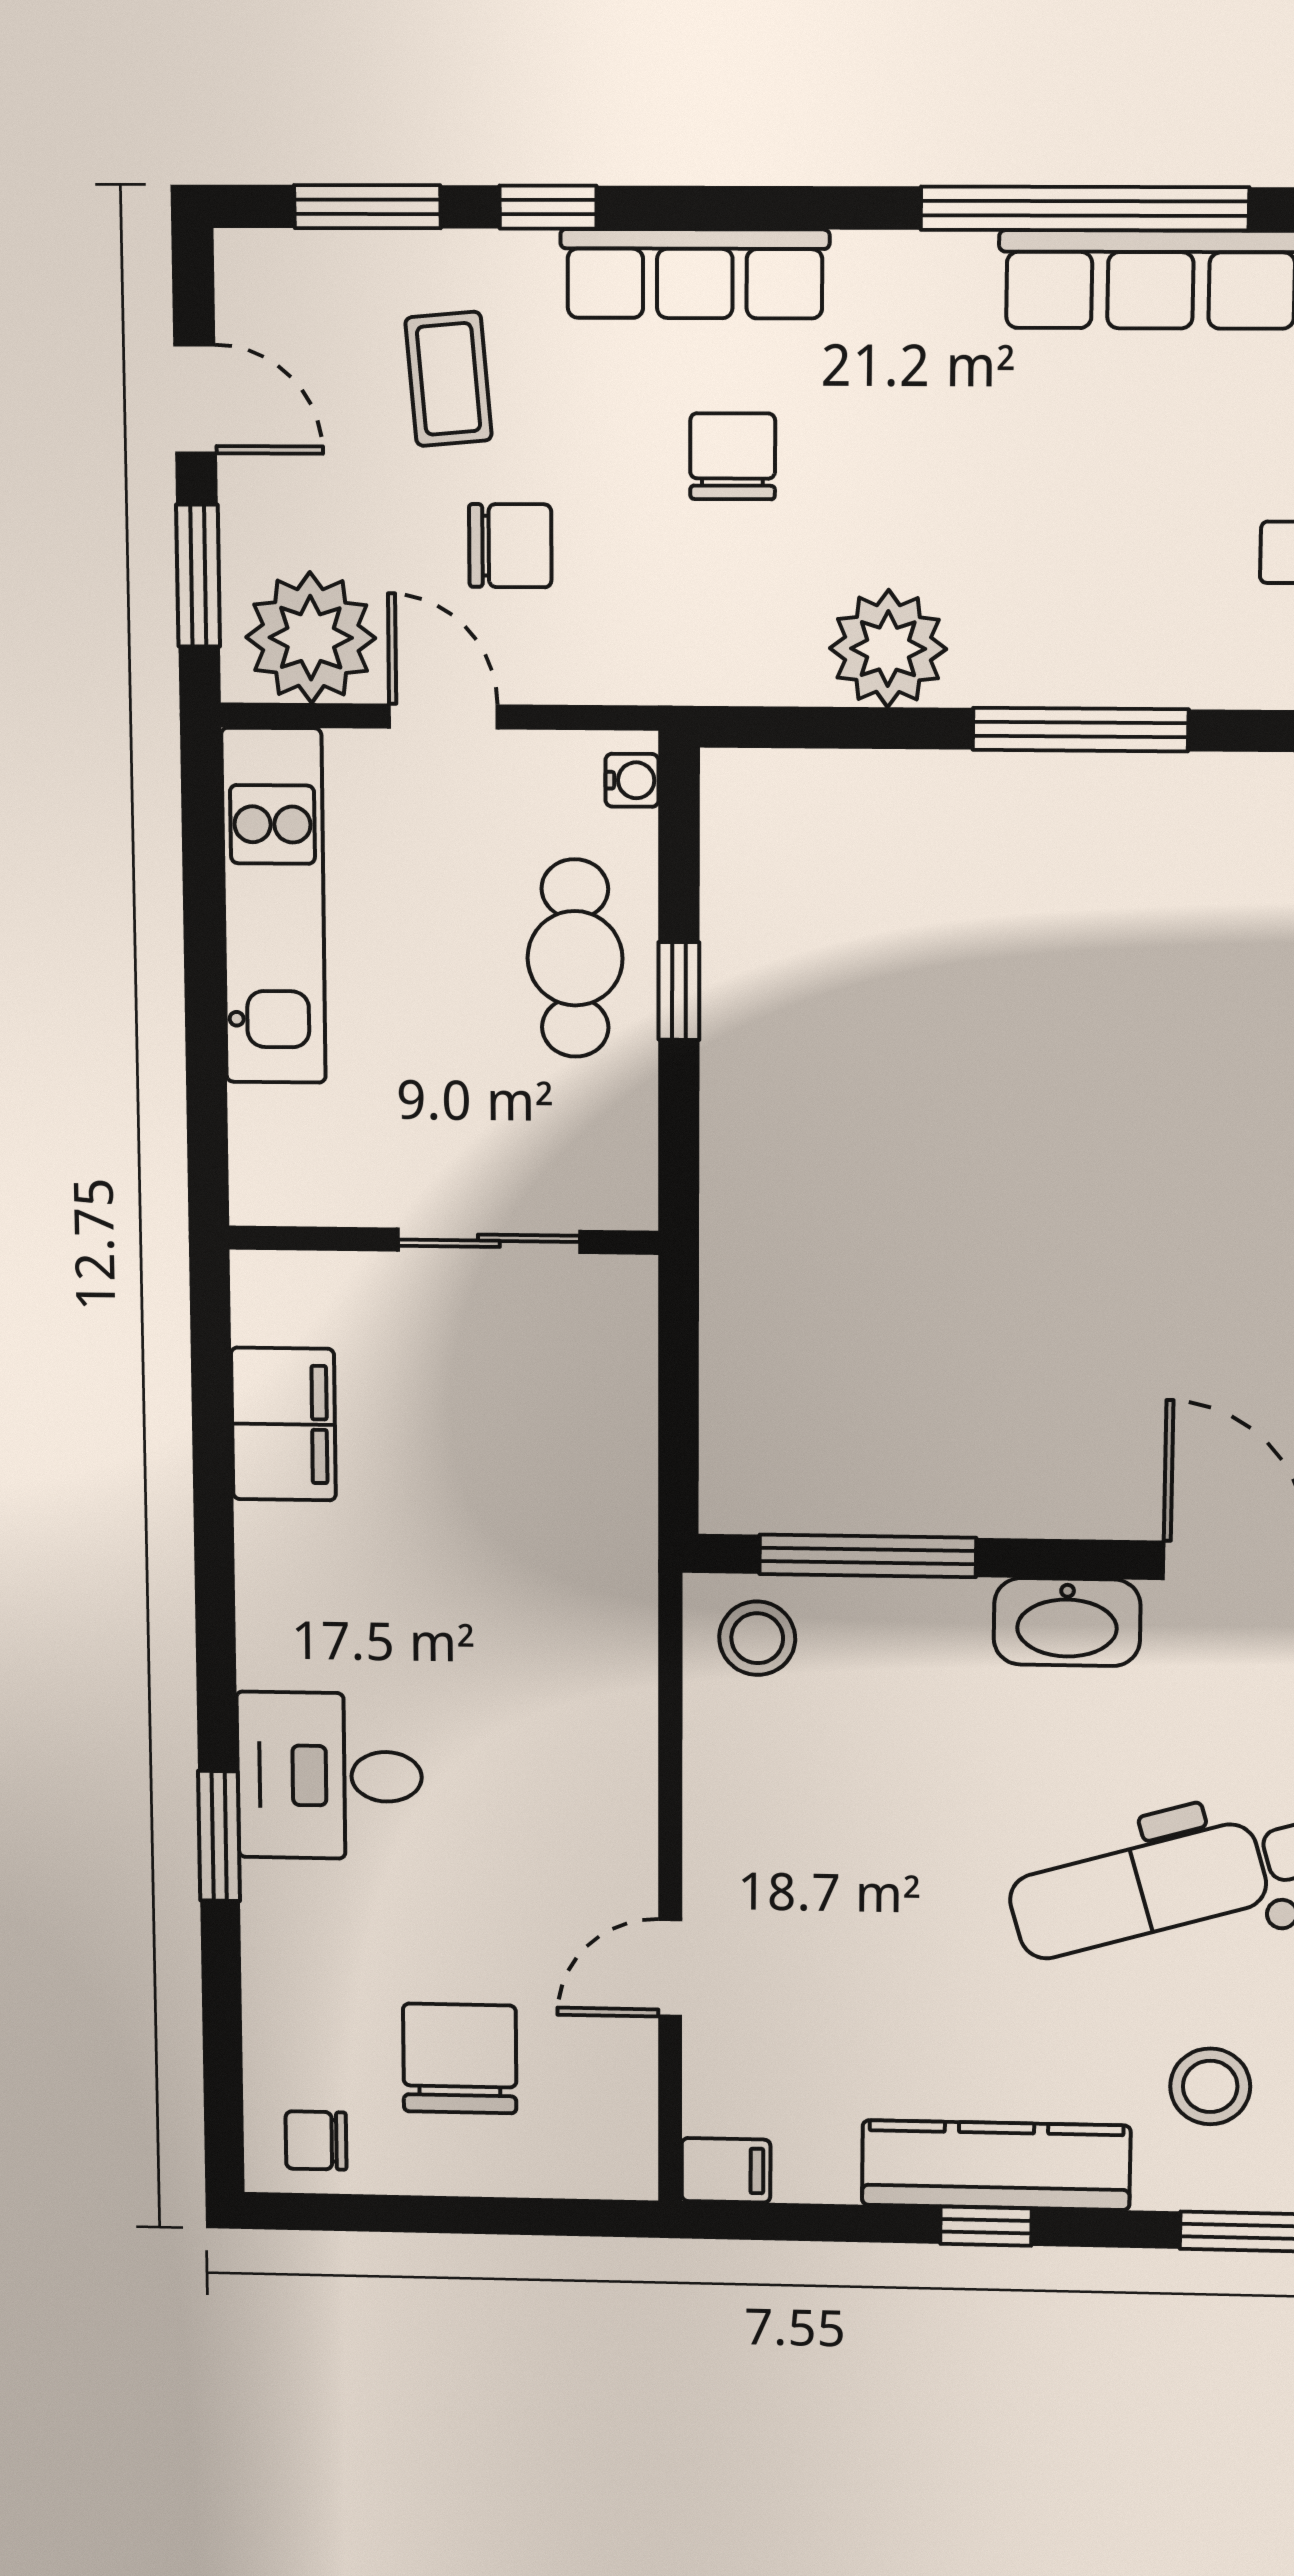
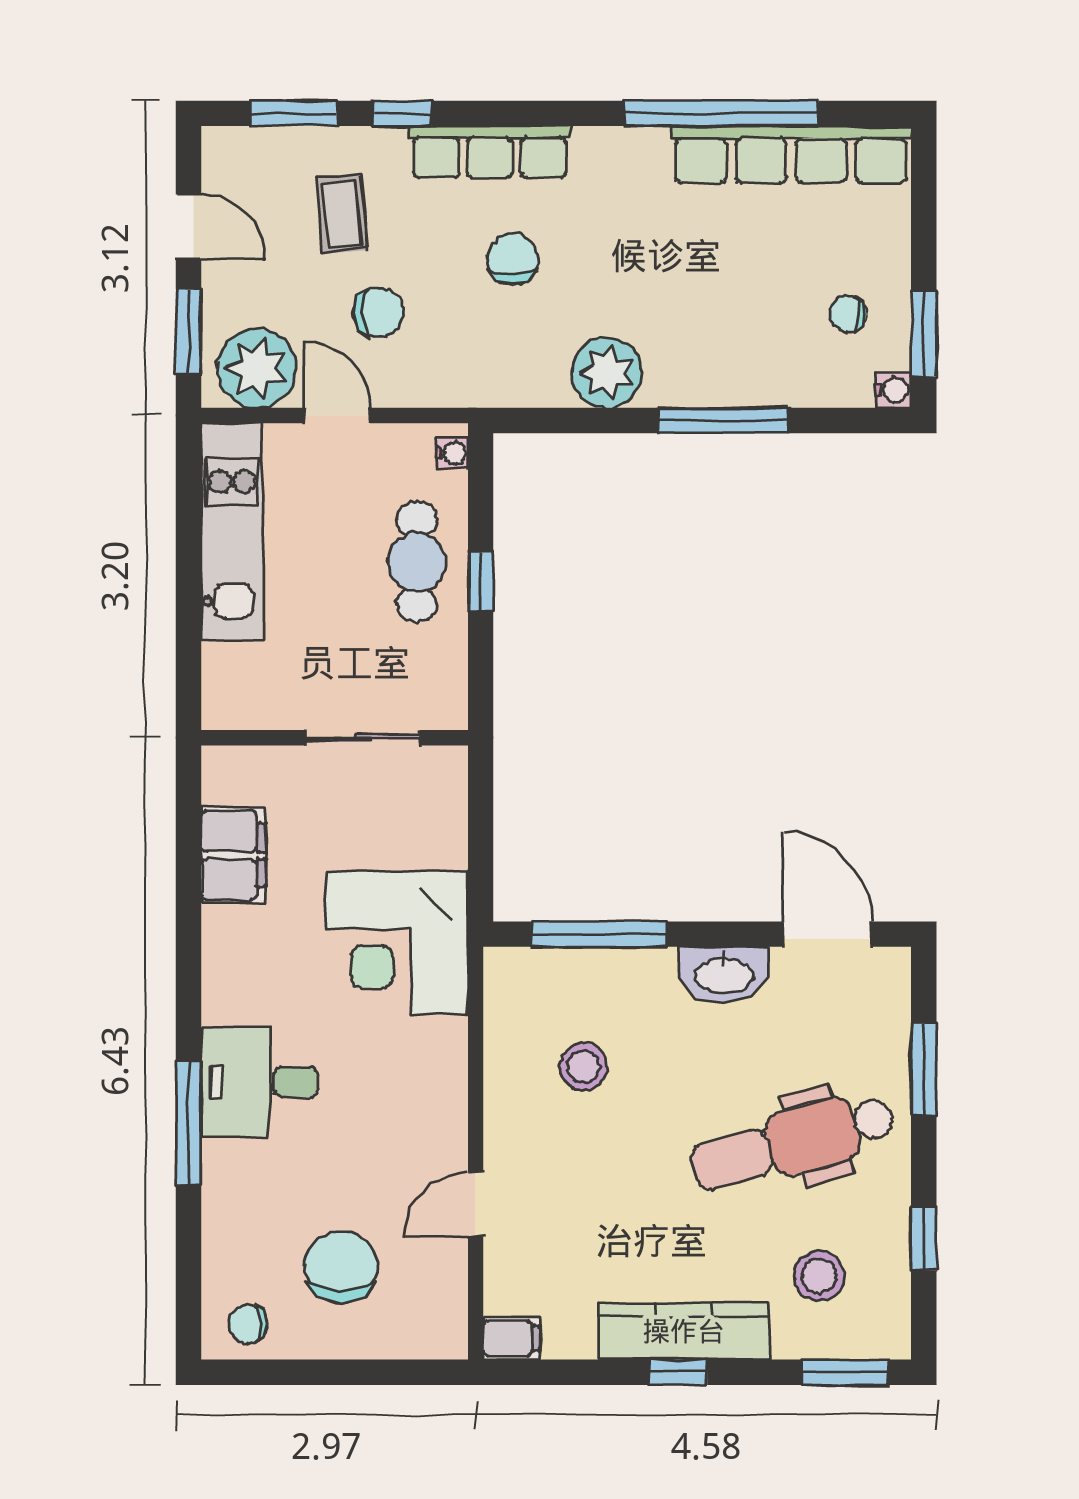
corner desk: (544, 1565) -> (397, 943), added
stool: (757, 1638) -> (583, 1067), moved
window: (219, 1836) -> (189, 1123), width x1.44

